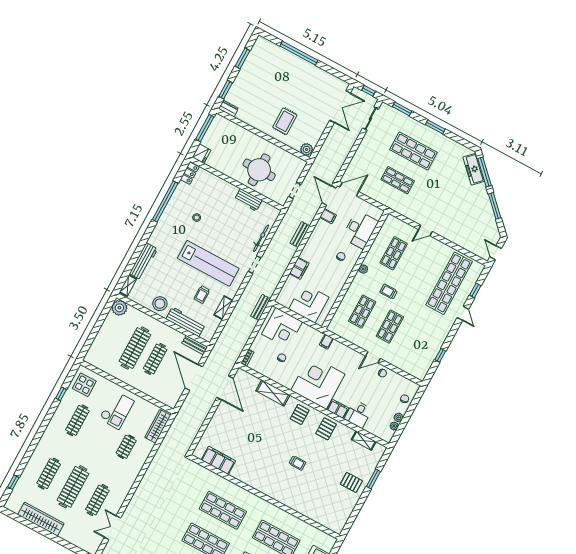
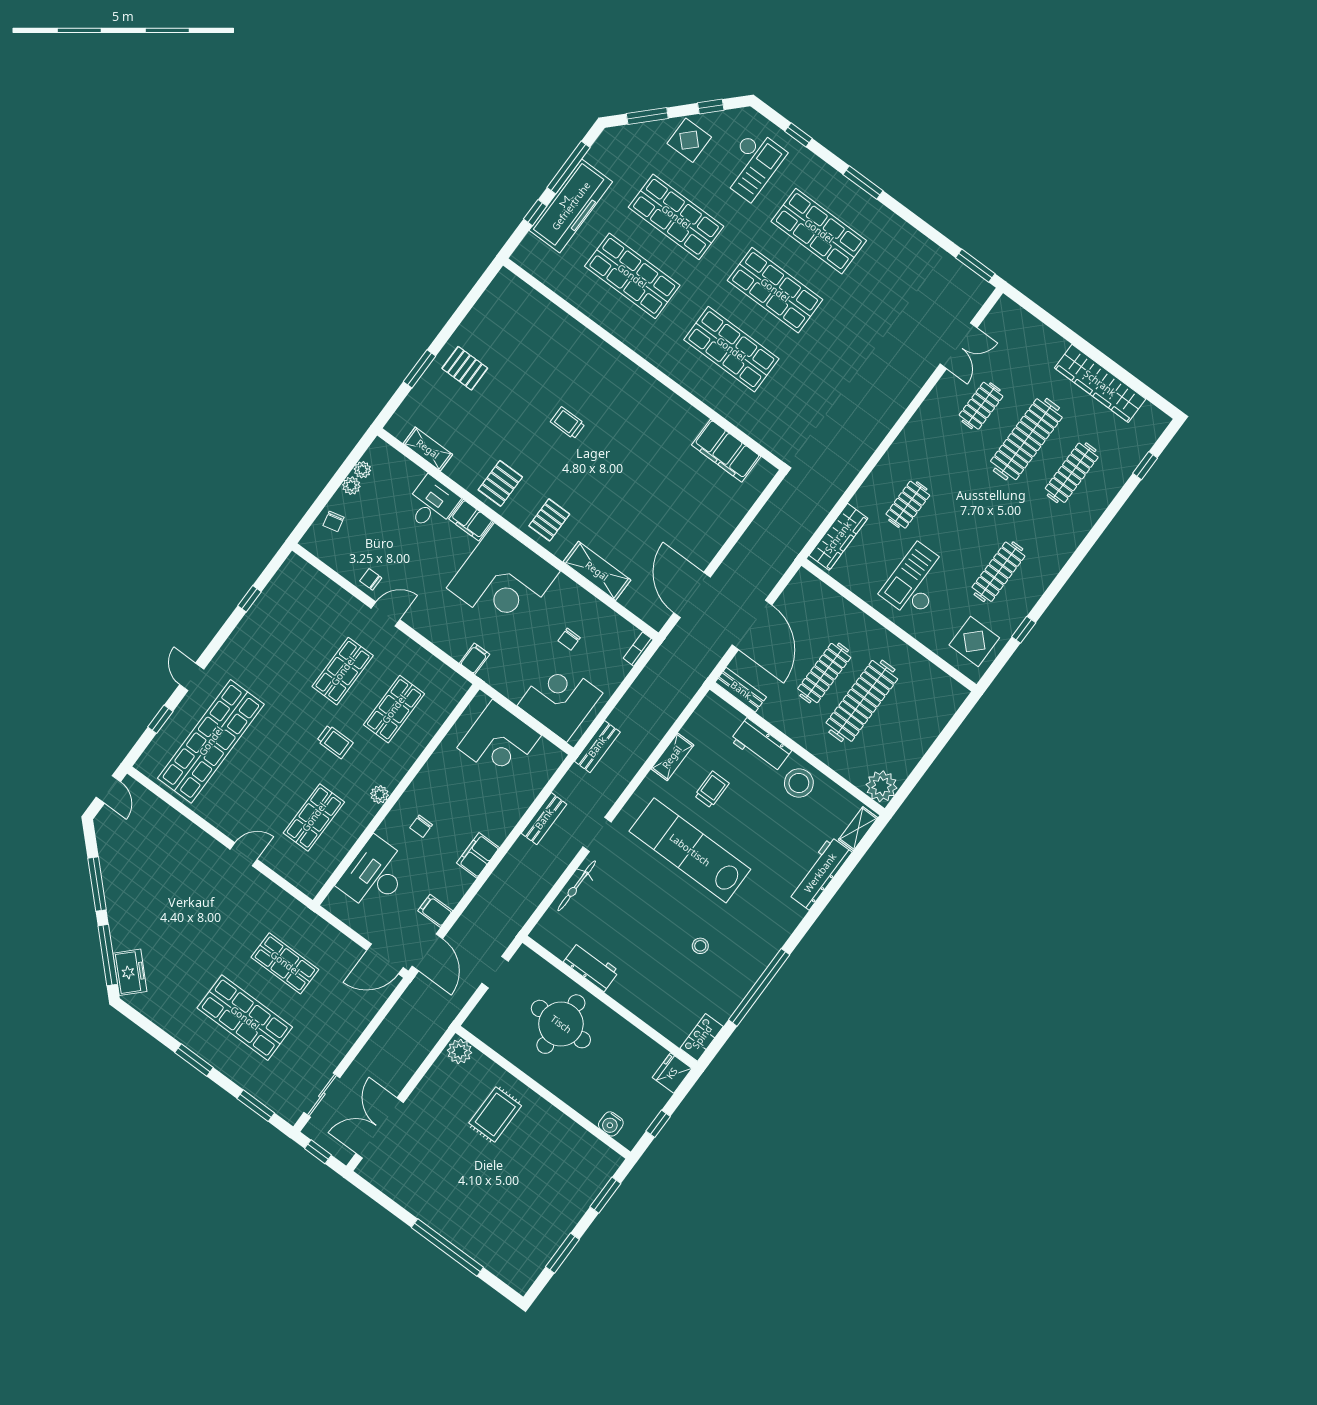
dresser: (228, 109) -> (605, 1156), removed
water cooler: (228, 125) -> (611, 1124), added
window: (205, 128) -> (658, 1124), width x0.46
freezer: (474, 169) -> (130, 972), width x0.71
bench: (300, 235) -> (544, 819), moved
filing cabinet: (299, 268) -> (478, 855), moved
workbench: (186, 322) -> (761, 745), width x0.73
clothes rail: (97, 500) -> (981, 406), width x0.73

